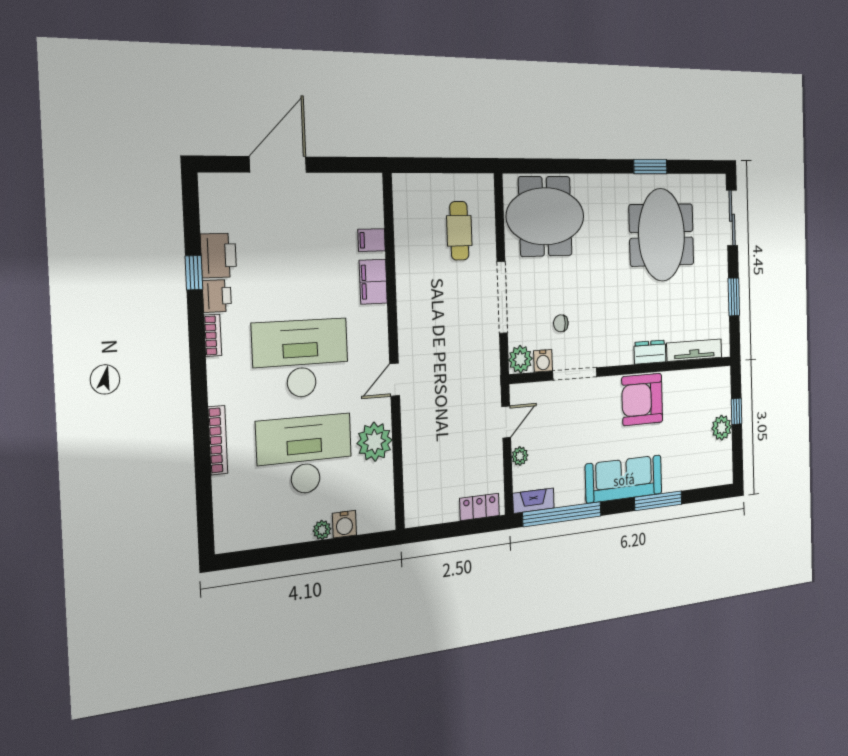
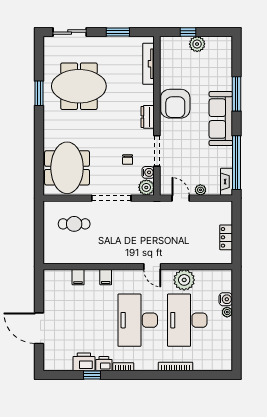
filing cabinet: (373, 282) -> (106, 277), width x0.50
dresser: (650, 352) -> (148, 117), moved
locker: (480, 507) -> (226, 237), moved

